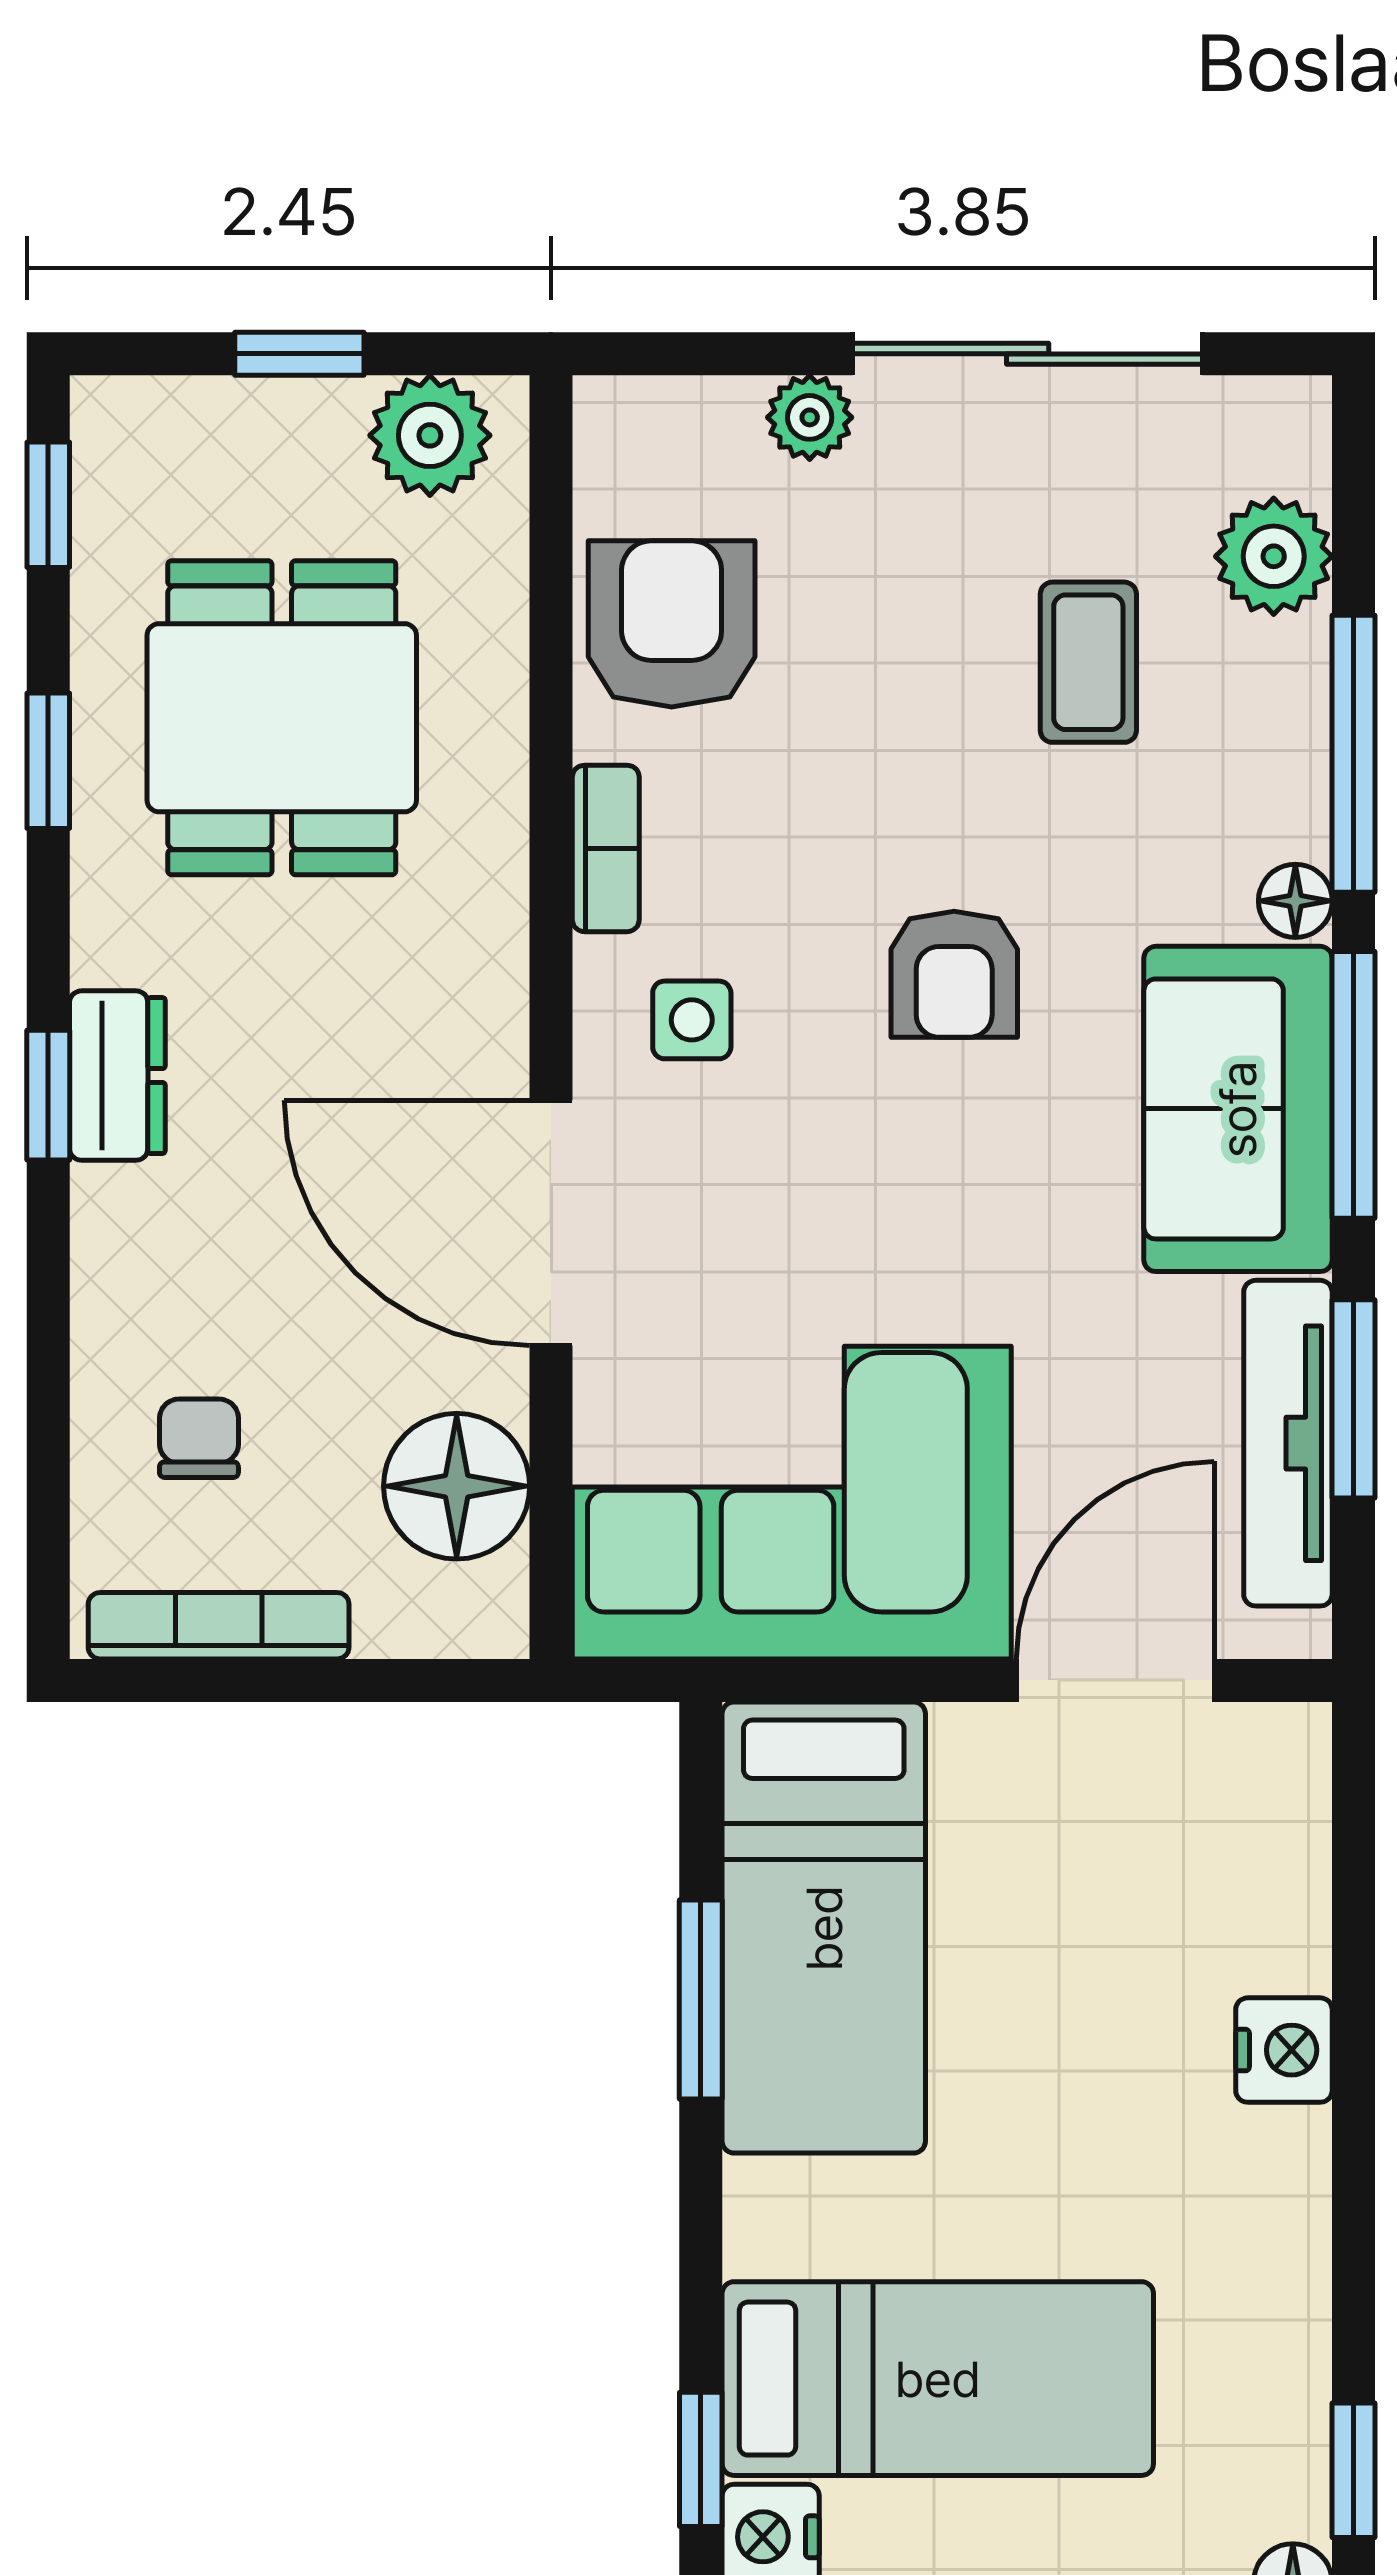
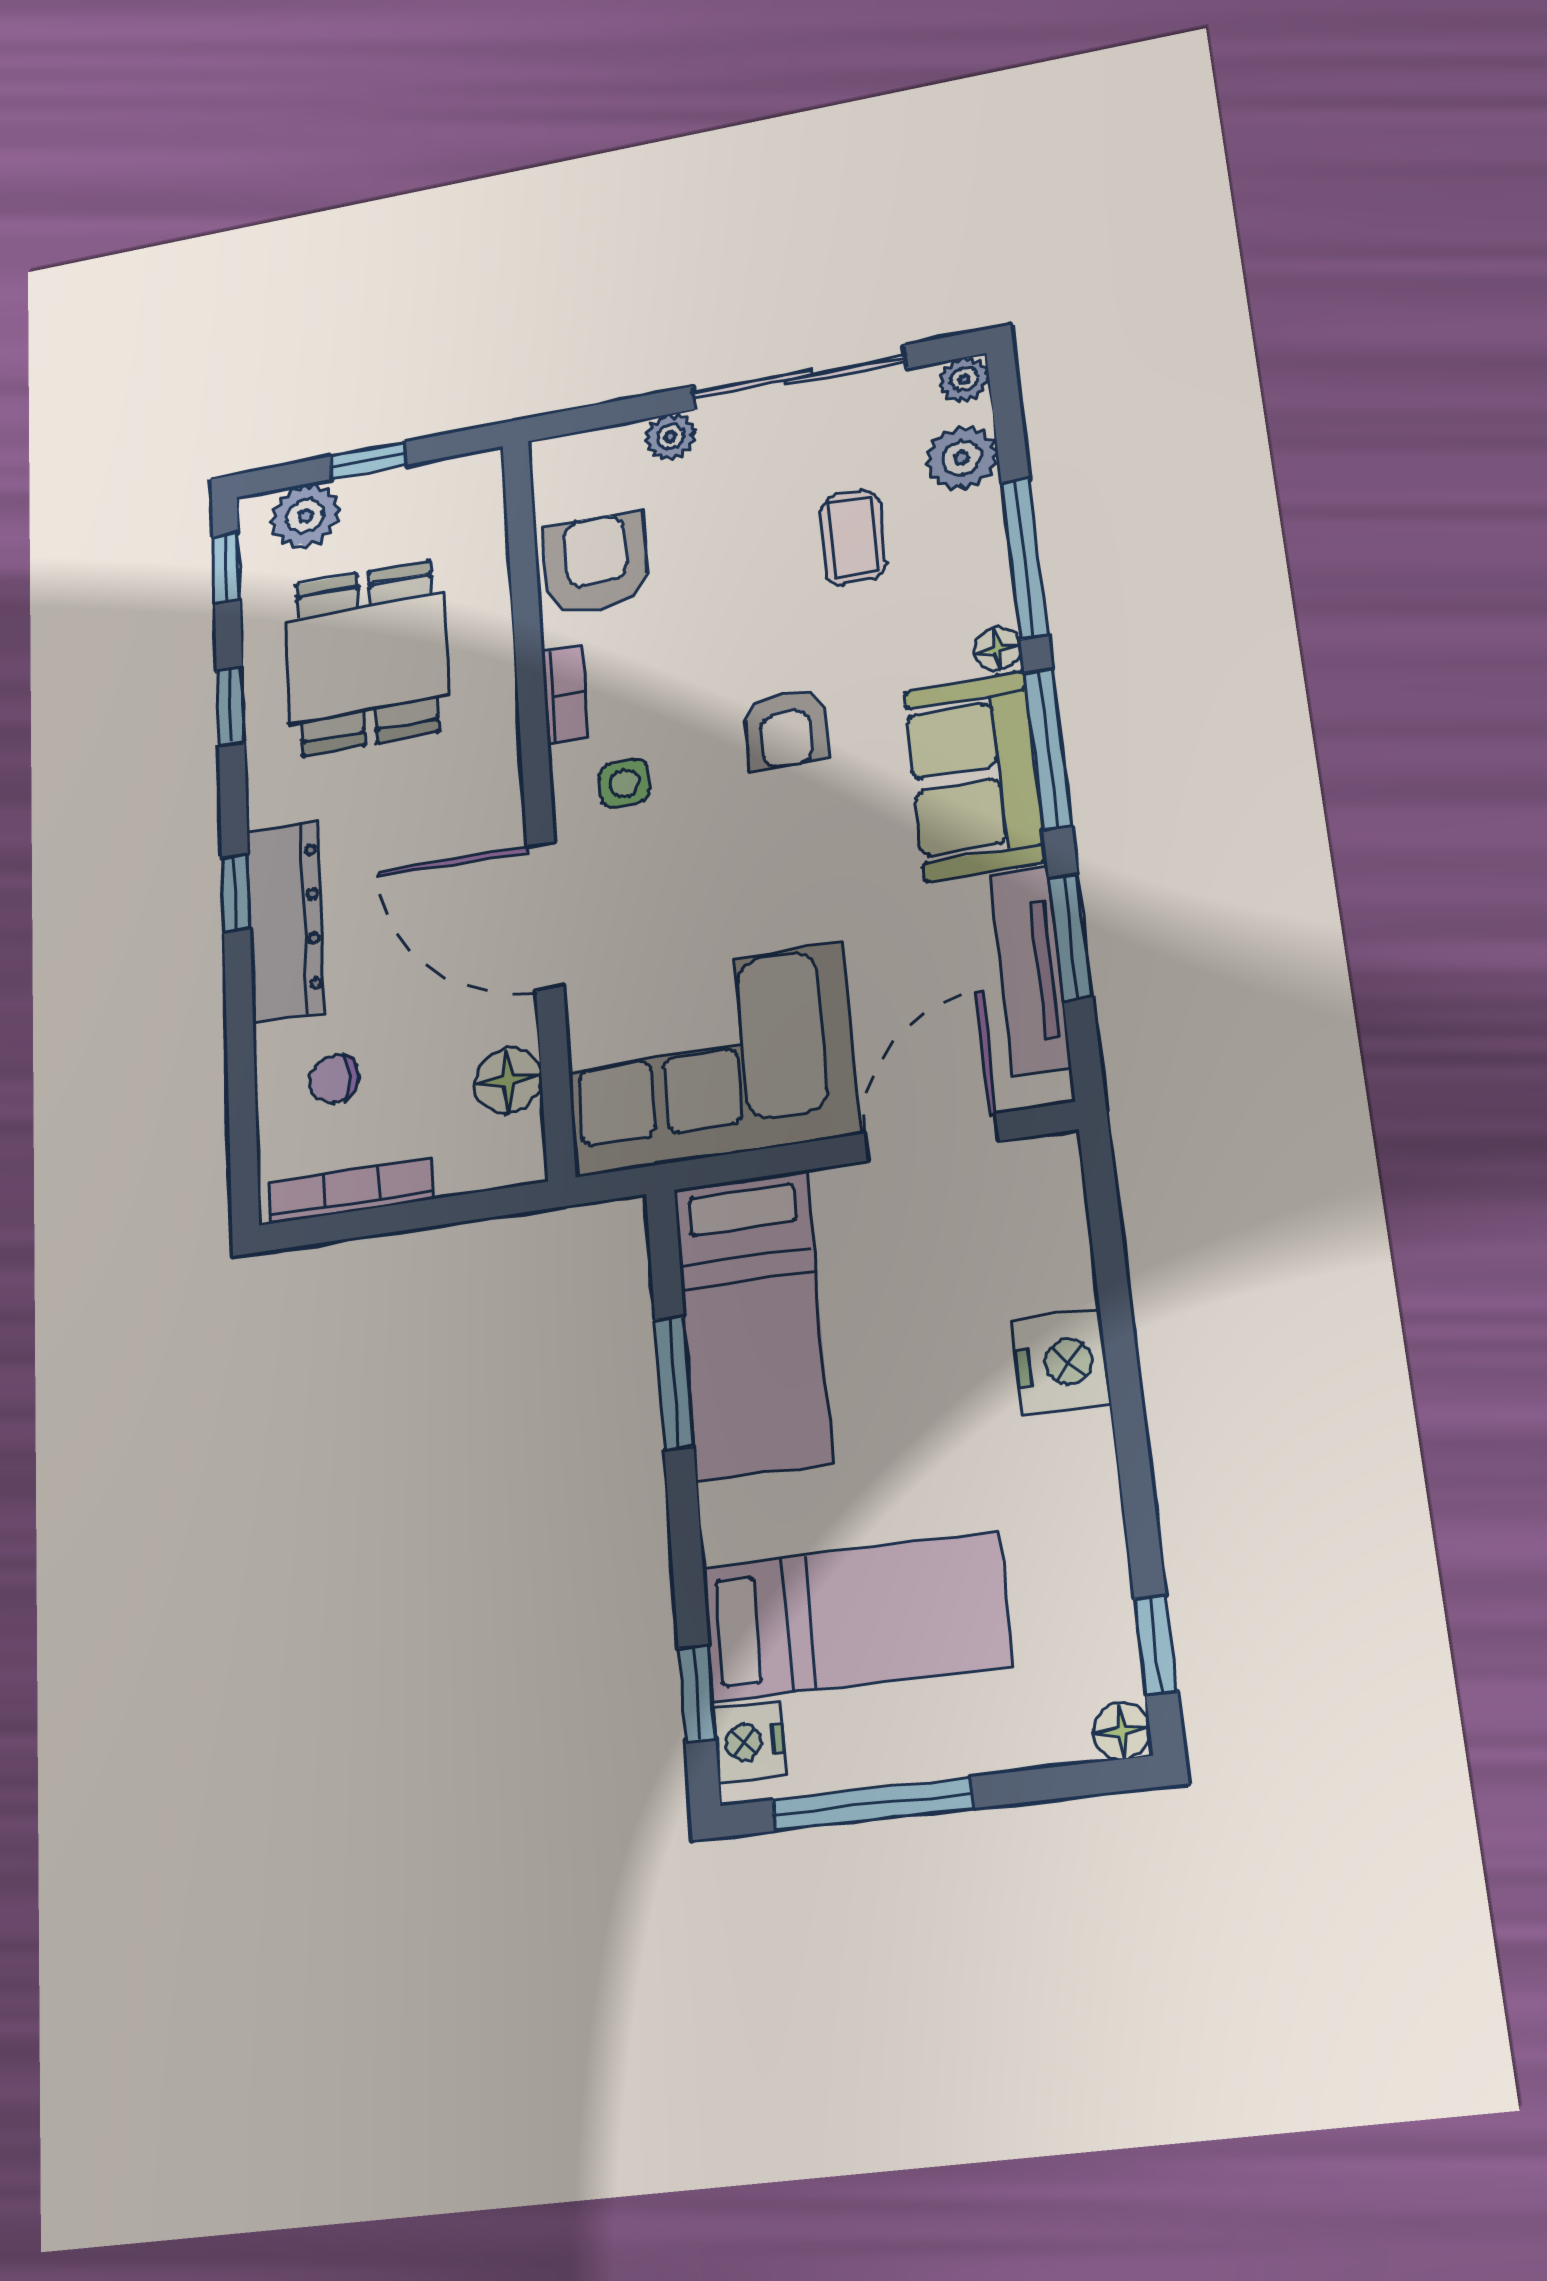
plant: (1292, 415) -> (964, 379), added
plant: (430, 435) -> (305, 516), moved
dresser: (117, 1076) -> (285, 921), width x1.96, depth x1.24
chair: (199, 1438) -> (334, 1079), turned -90
floor lamp: (457, 1486) -> (508, 1081), width x0.73, depth x0.73
nightstand: (1284, 2050) -> (1062, 1363), width x1.36, depth x1.33

